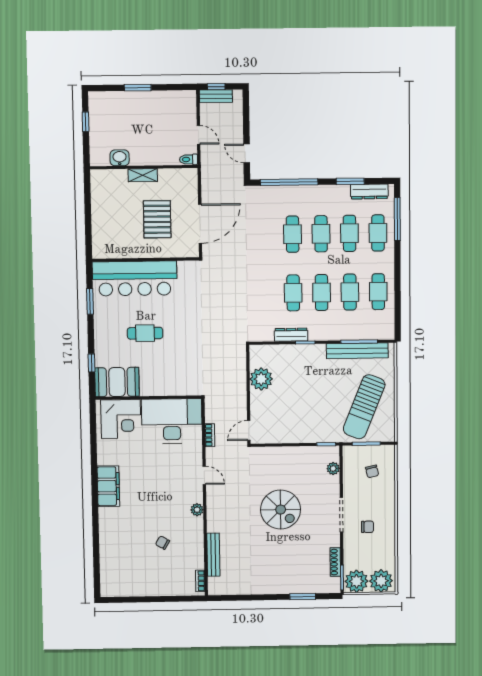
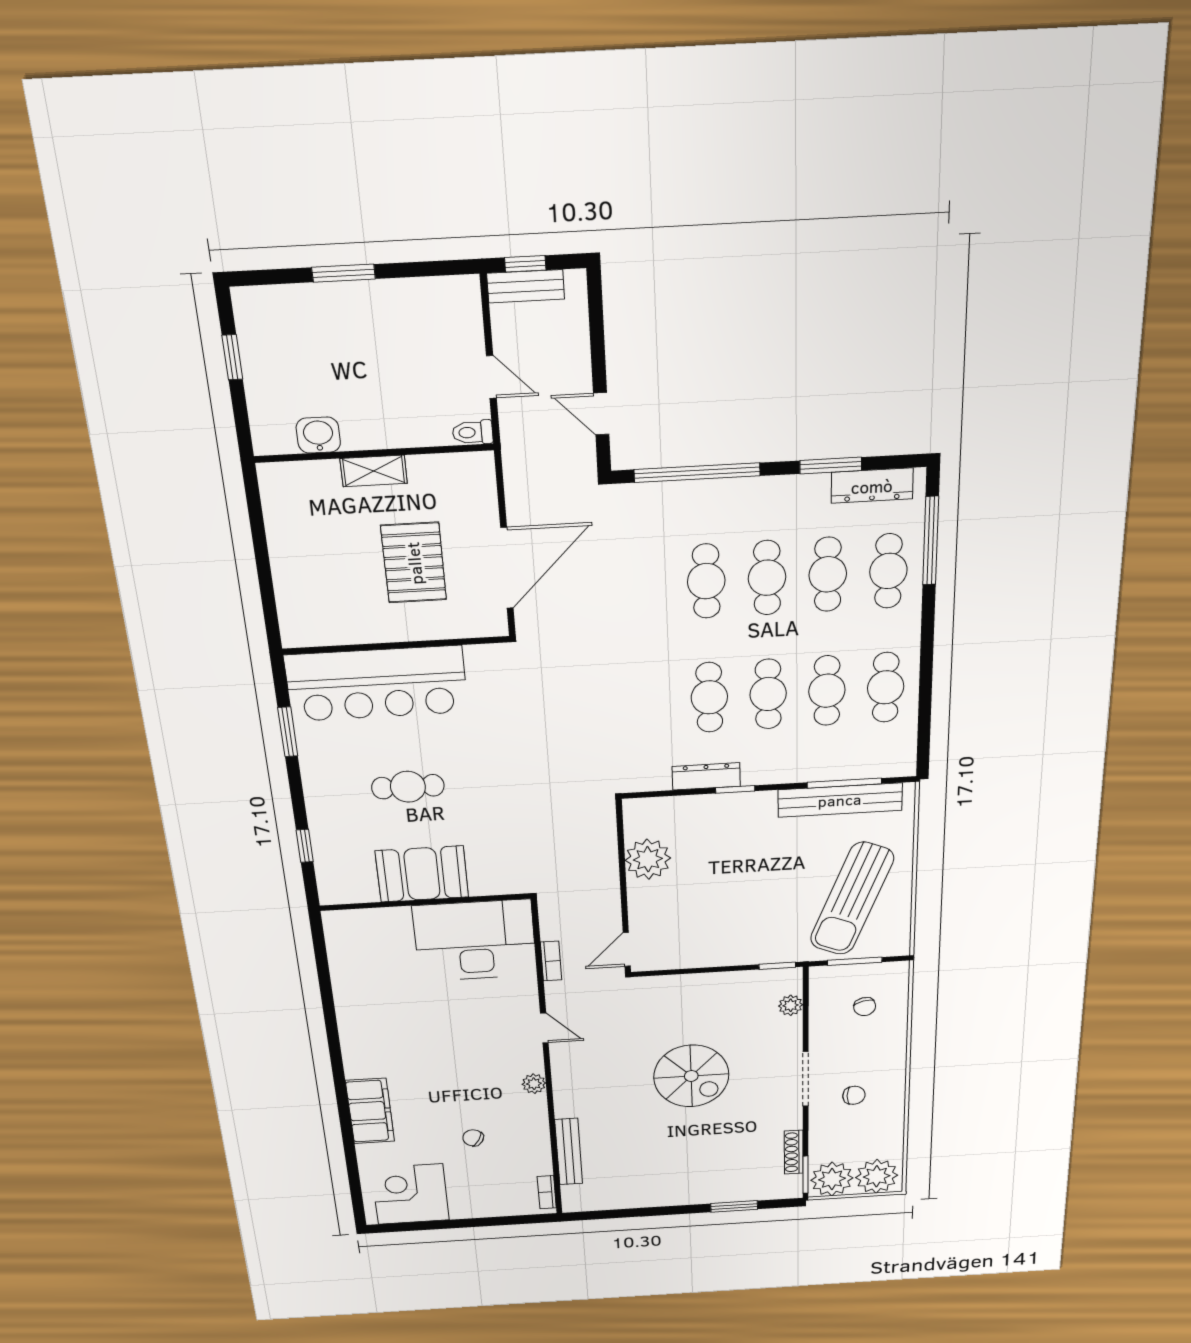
booth: (117, 382) -> (422, 874), moved
corner desk: (121, 419) -> (410, 1194), moved, turned 180
filing cabinet: (108, 486) -> (370, 1111), moved

